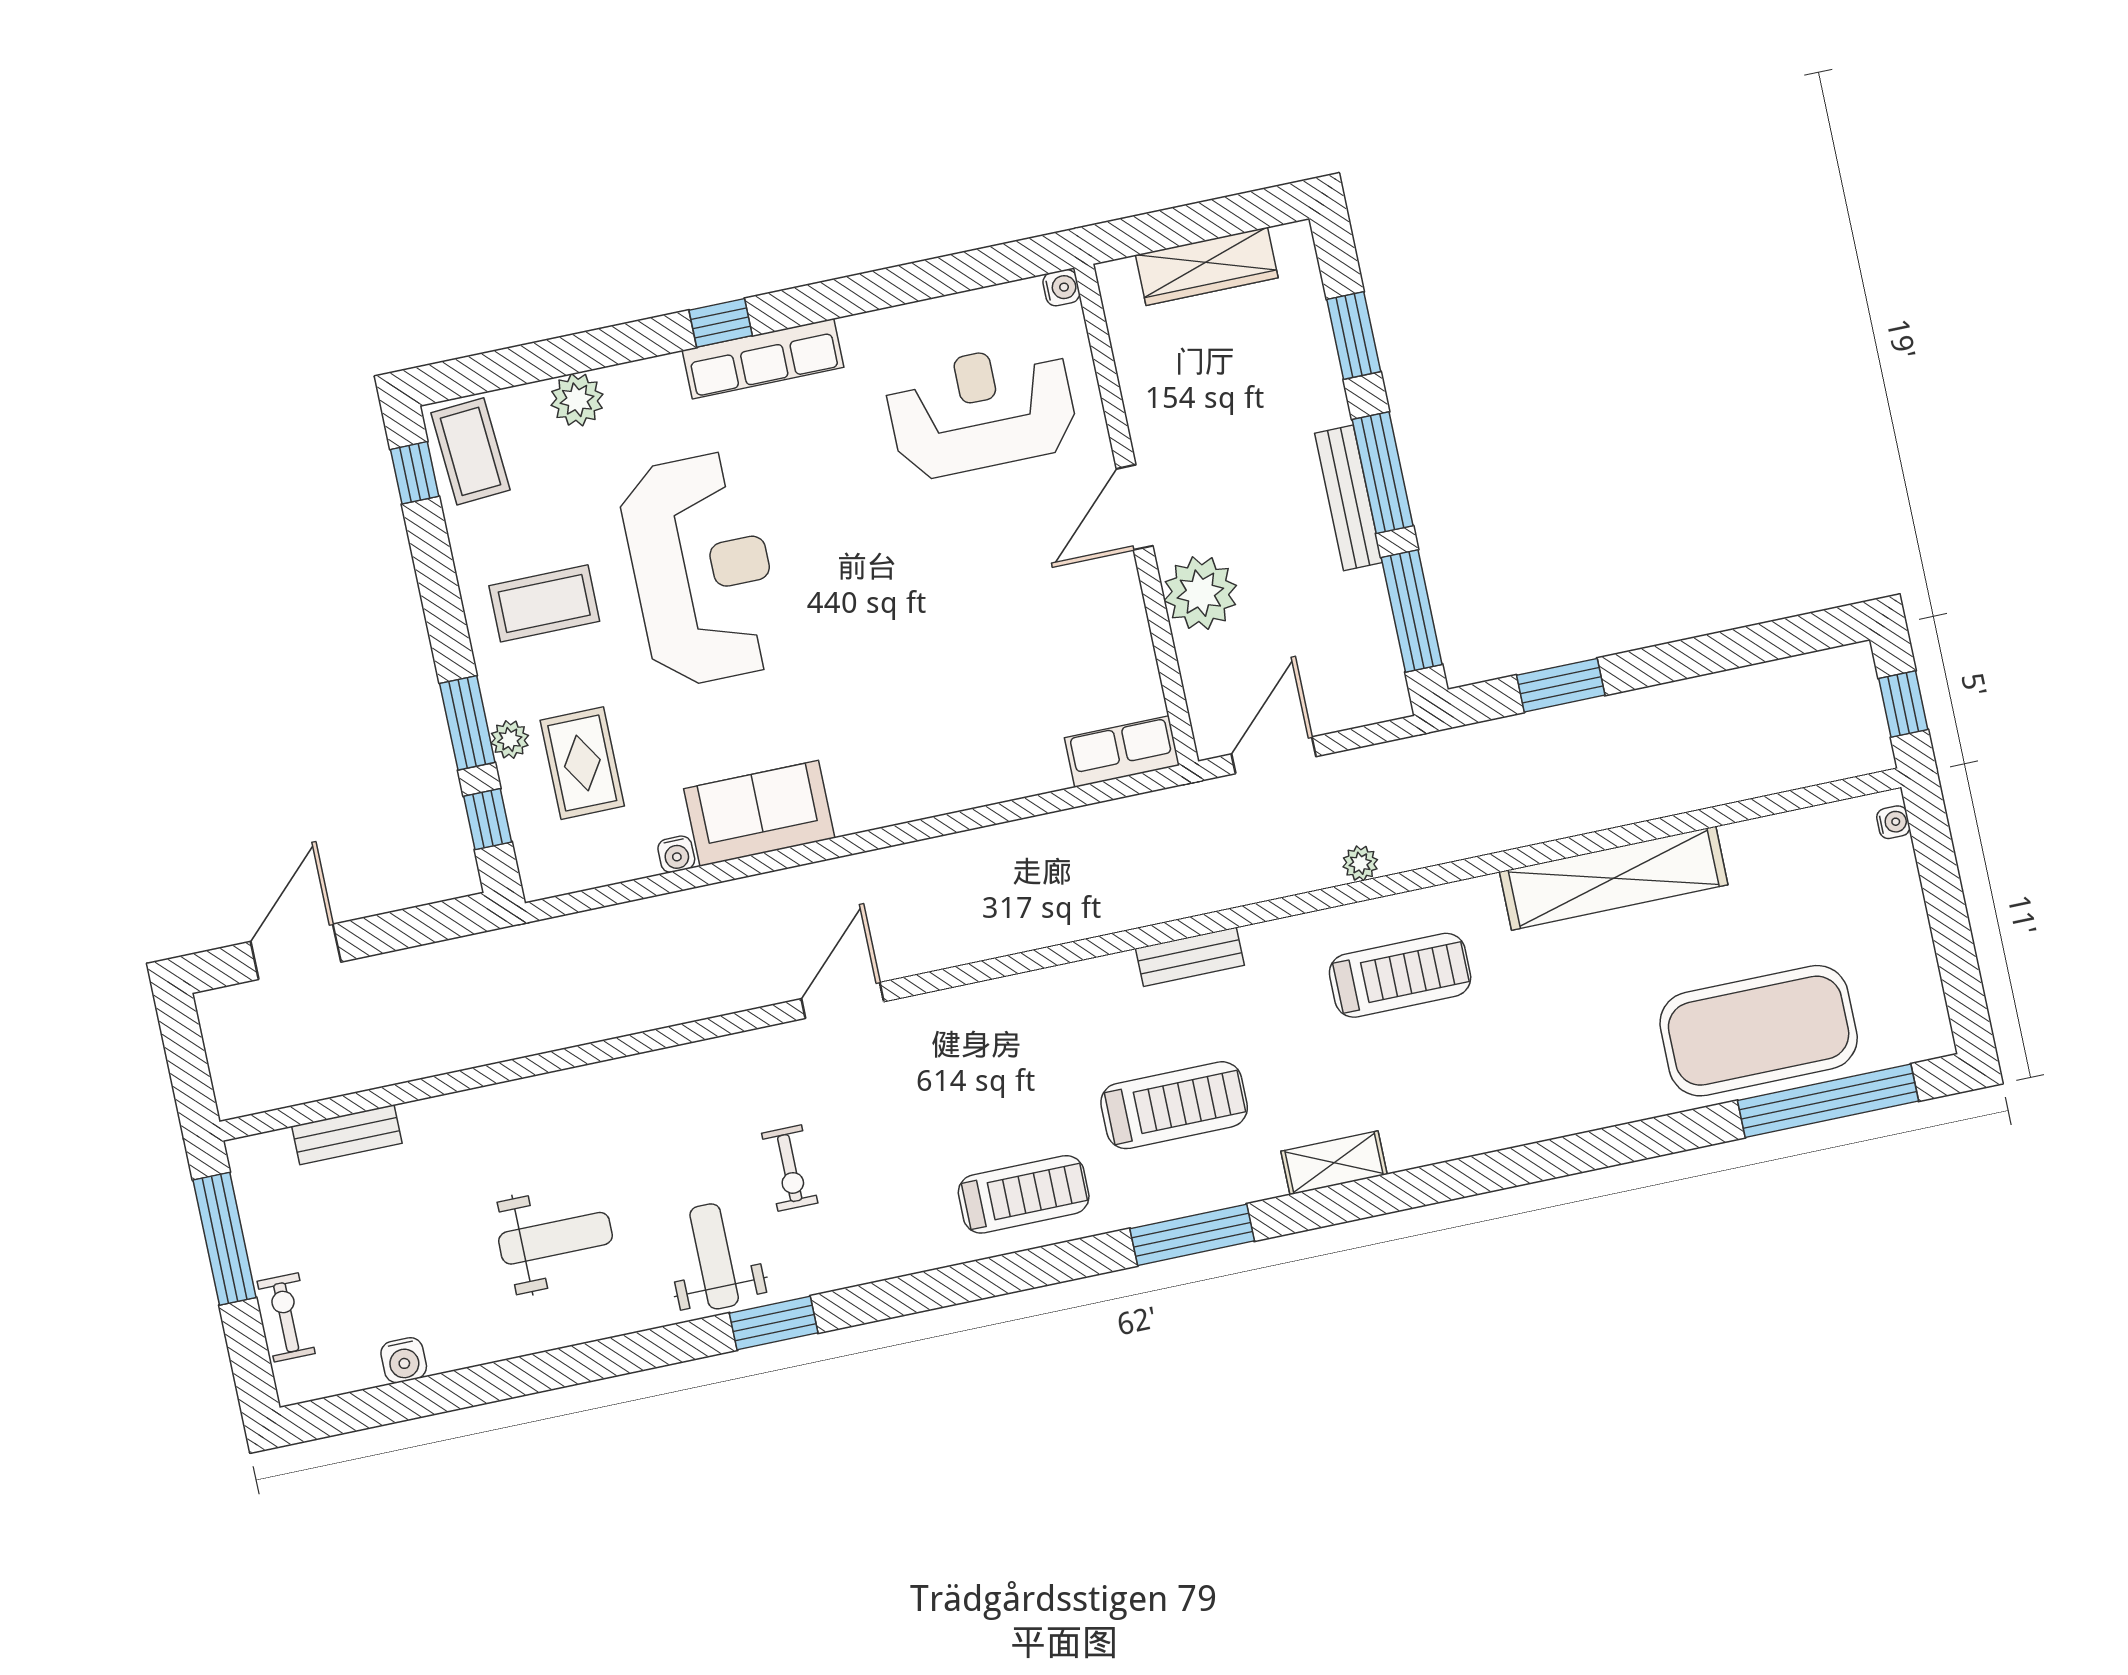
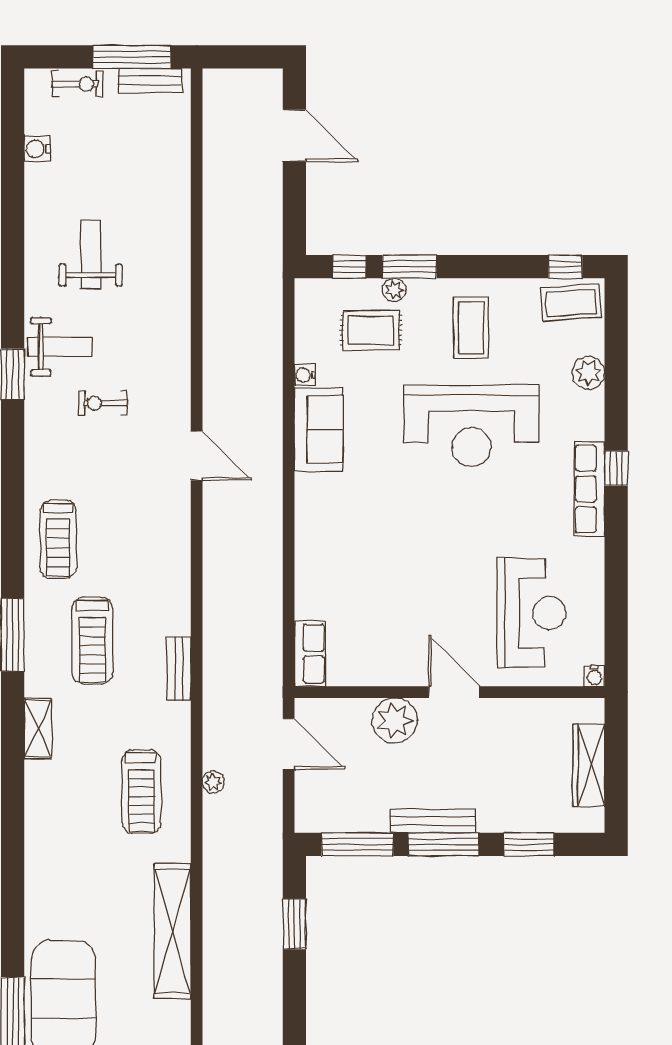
bench: (347, 1135) -> (150, 81), moved, turned 90
weight bench: (555, 1238) -> (91, 255), turned 180

